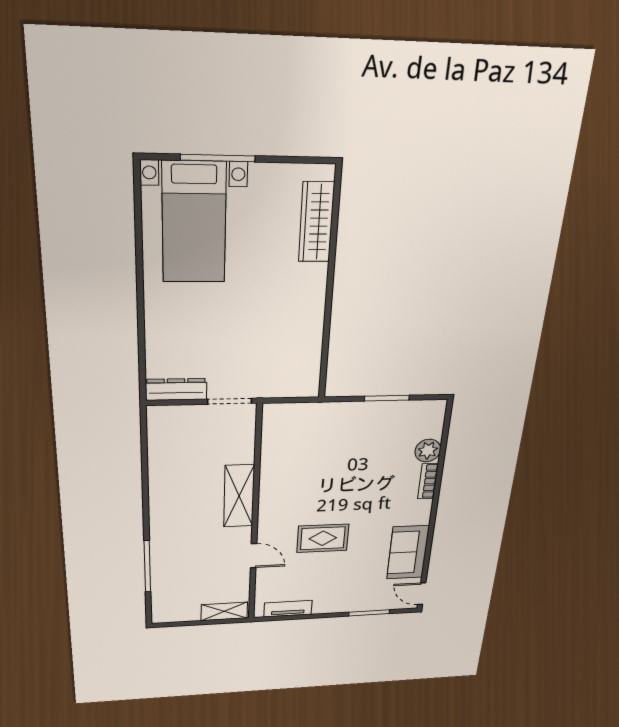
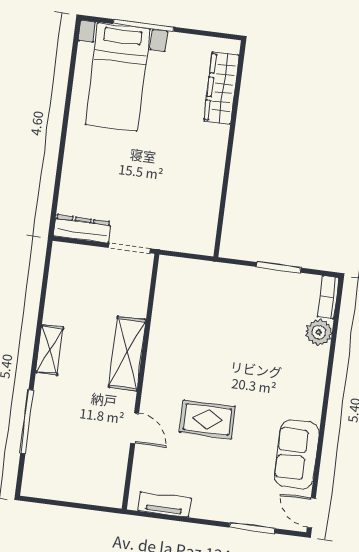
bookcase: (428, 481) -> (328, 297), moved
shelving: (224, 611) -> (50, 350), moved, turned 90

